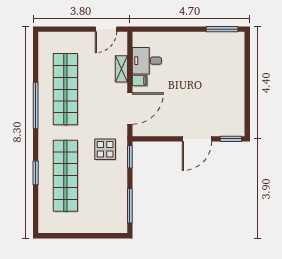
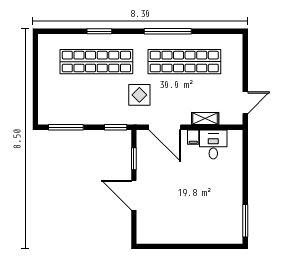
door: (106, 29) -> (245, 103), swing flipped
window: (231, 139) -> (134, 159), moved
display table: (105, 149) -> (139, 95), moved

